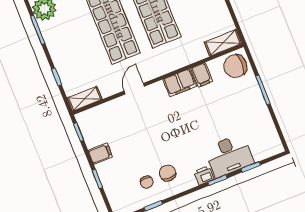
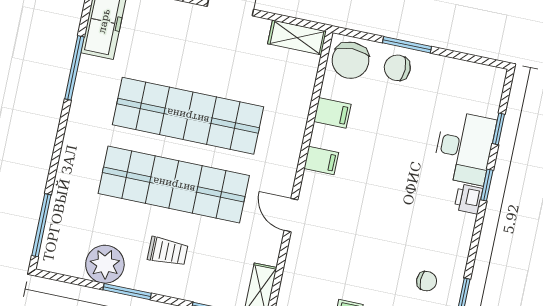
trolley: (73, 37) -> (168, 251), added
shelving: (223, 43) -> (297, 37), moved, turned 90
filing cabinet: (180, 83) -> (321, 161), width x0.50
chair: (168, 173) -> (397, 68), moved

